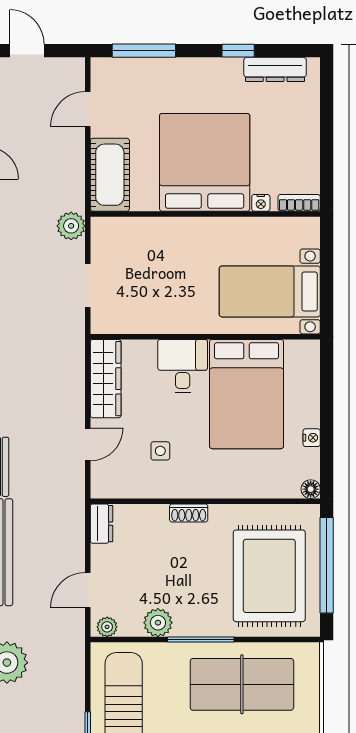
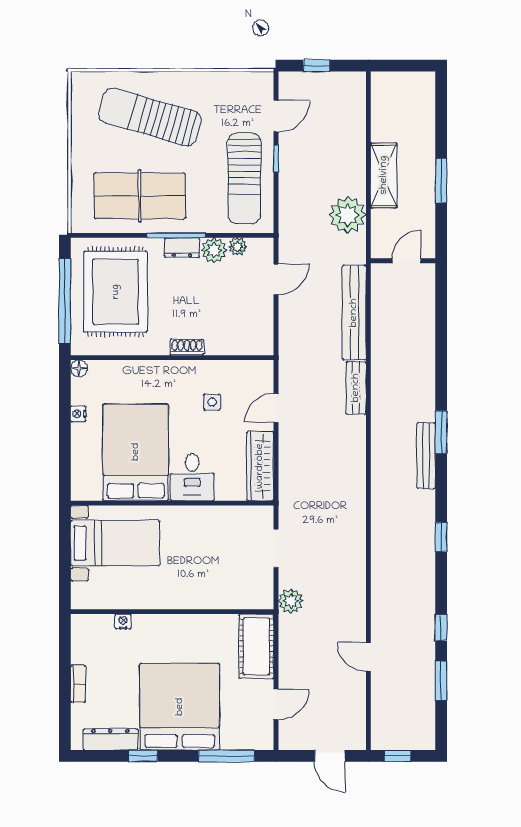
bed: (205, 162) -> (180, 707), moved, turned 180
bookcase: (299, 203) -> (78, 684), moved, turned -90
dresser: (102, 524) -> (182, 248), moved, turned -90
plant: (107, 627) -> (237, 247), moved

